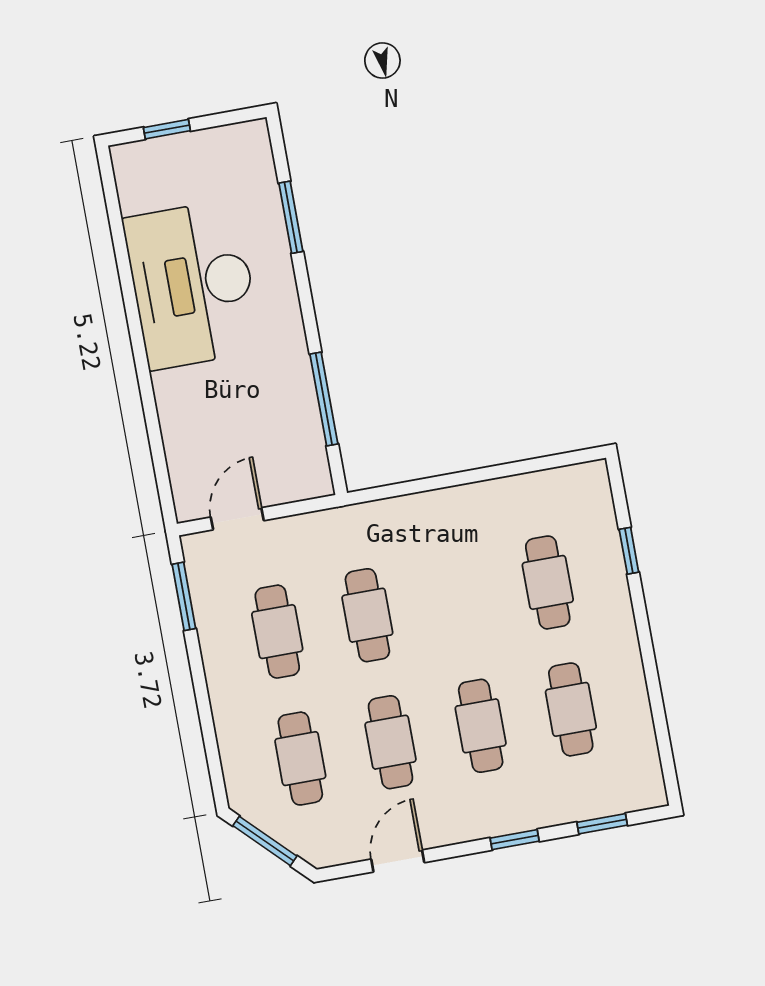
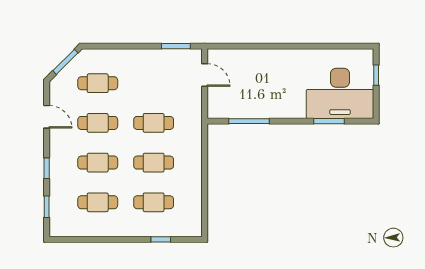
desk: (192, 285) -> (340, 93), moved, turned 180
cafe table: (277, 632) -> (154, 163), moved

